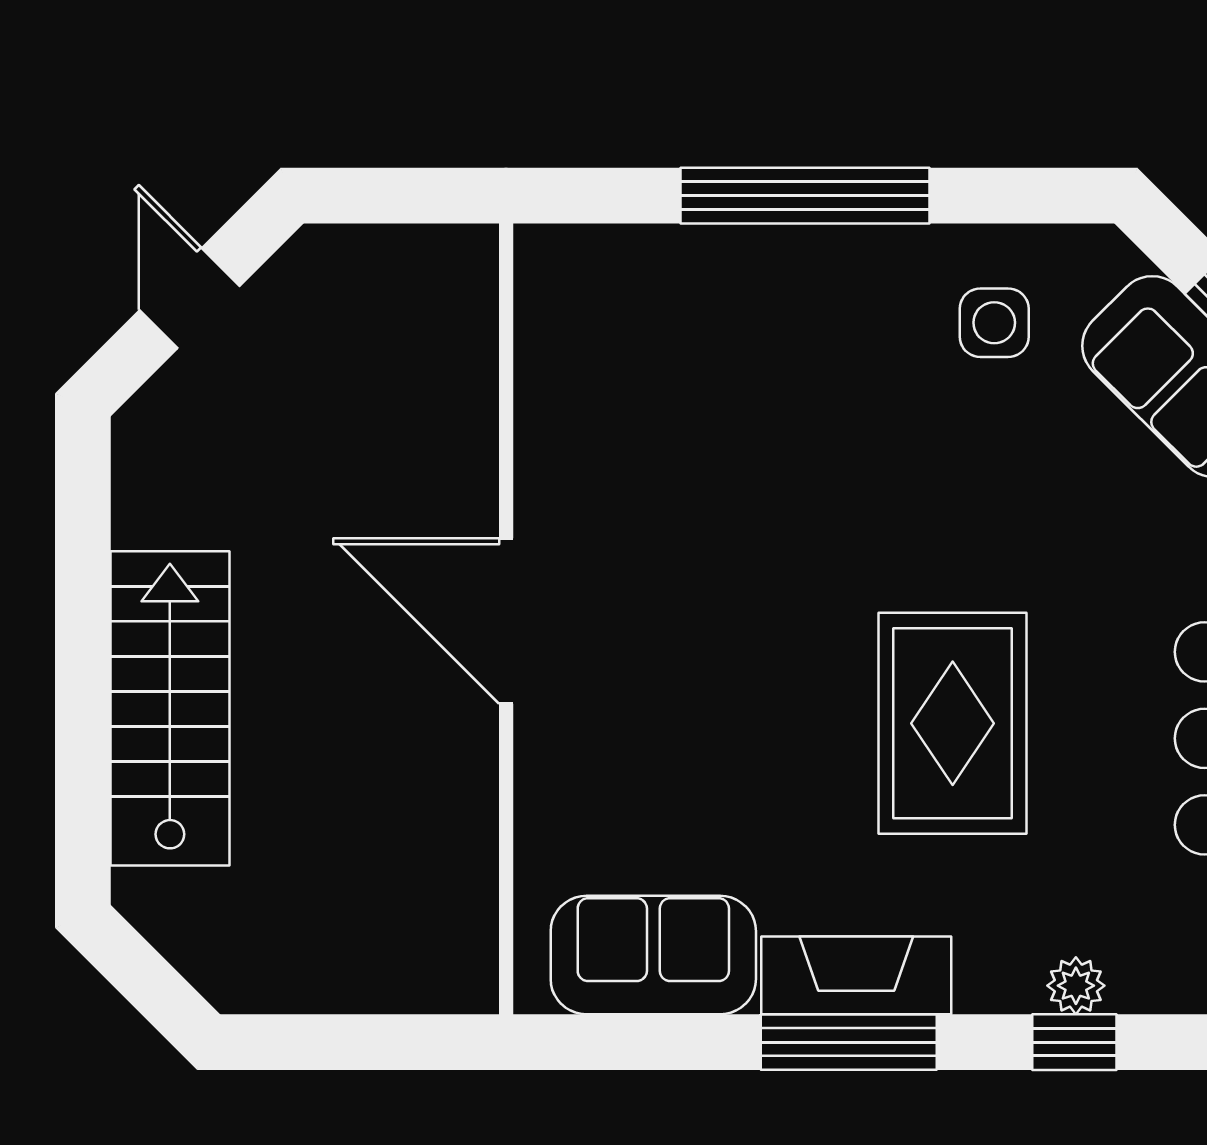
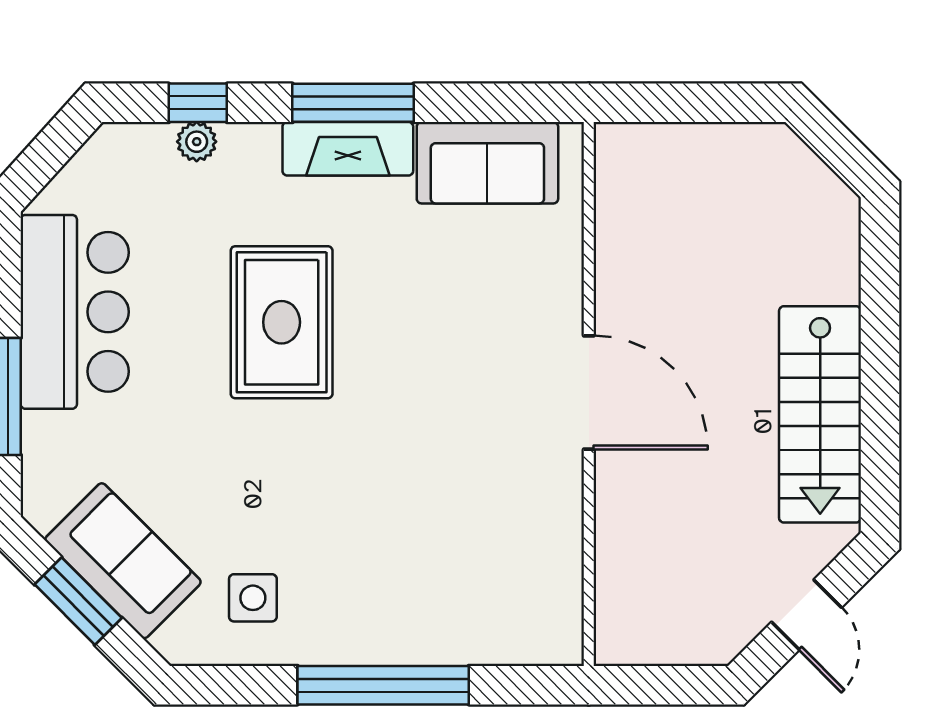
stairs: (170, 708) -> (820, 414), moved

